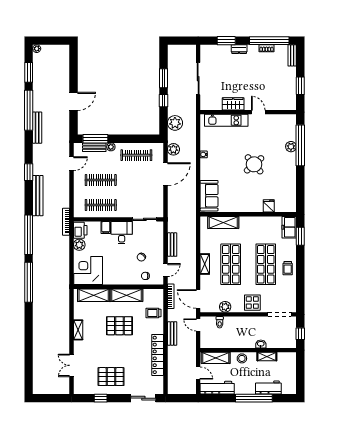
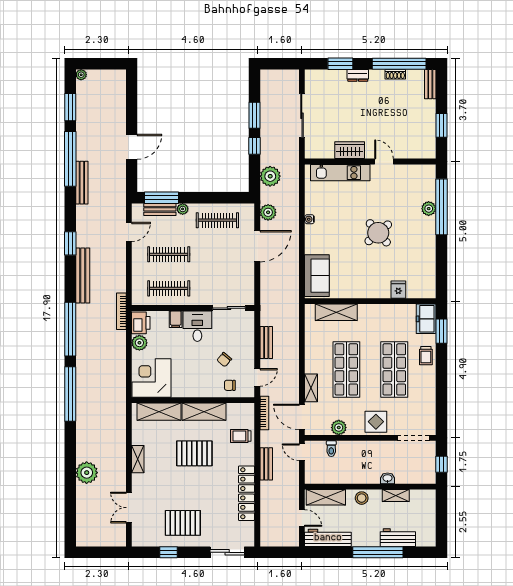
shelving: (205, 264) -> (311, 388), moved
trolley: (288, 268) -> (426, 356), moved
plant: (41, 340) -> (87, 473), added

